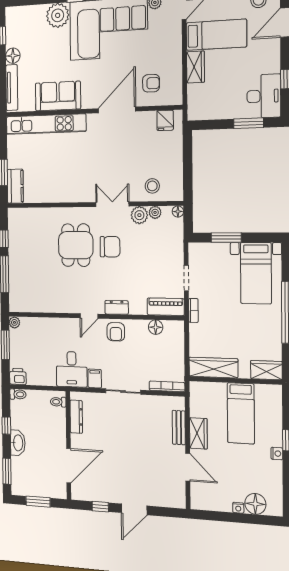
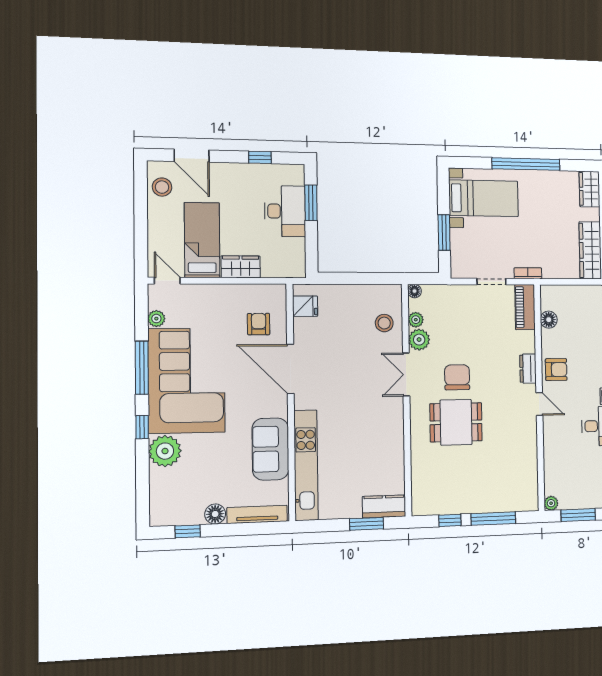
desk: (264, 96) -> (285, 211), moved, turned 90

